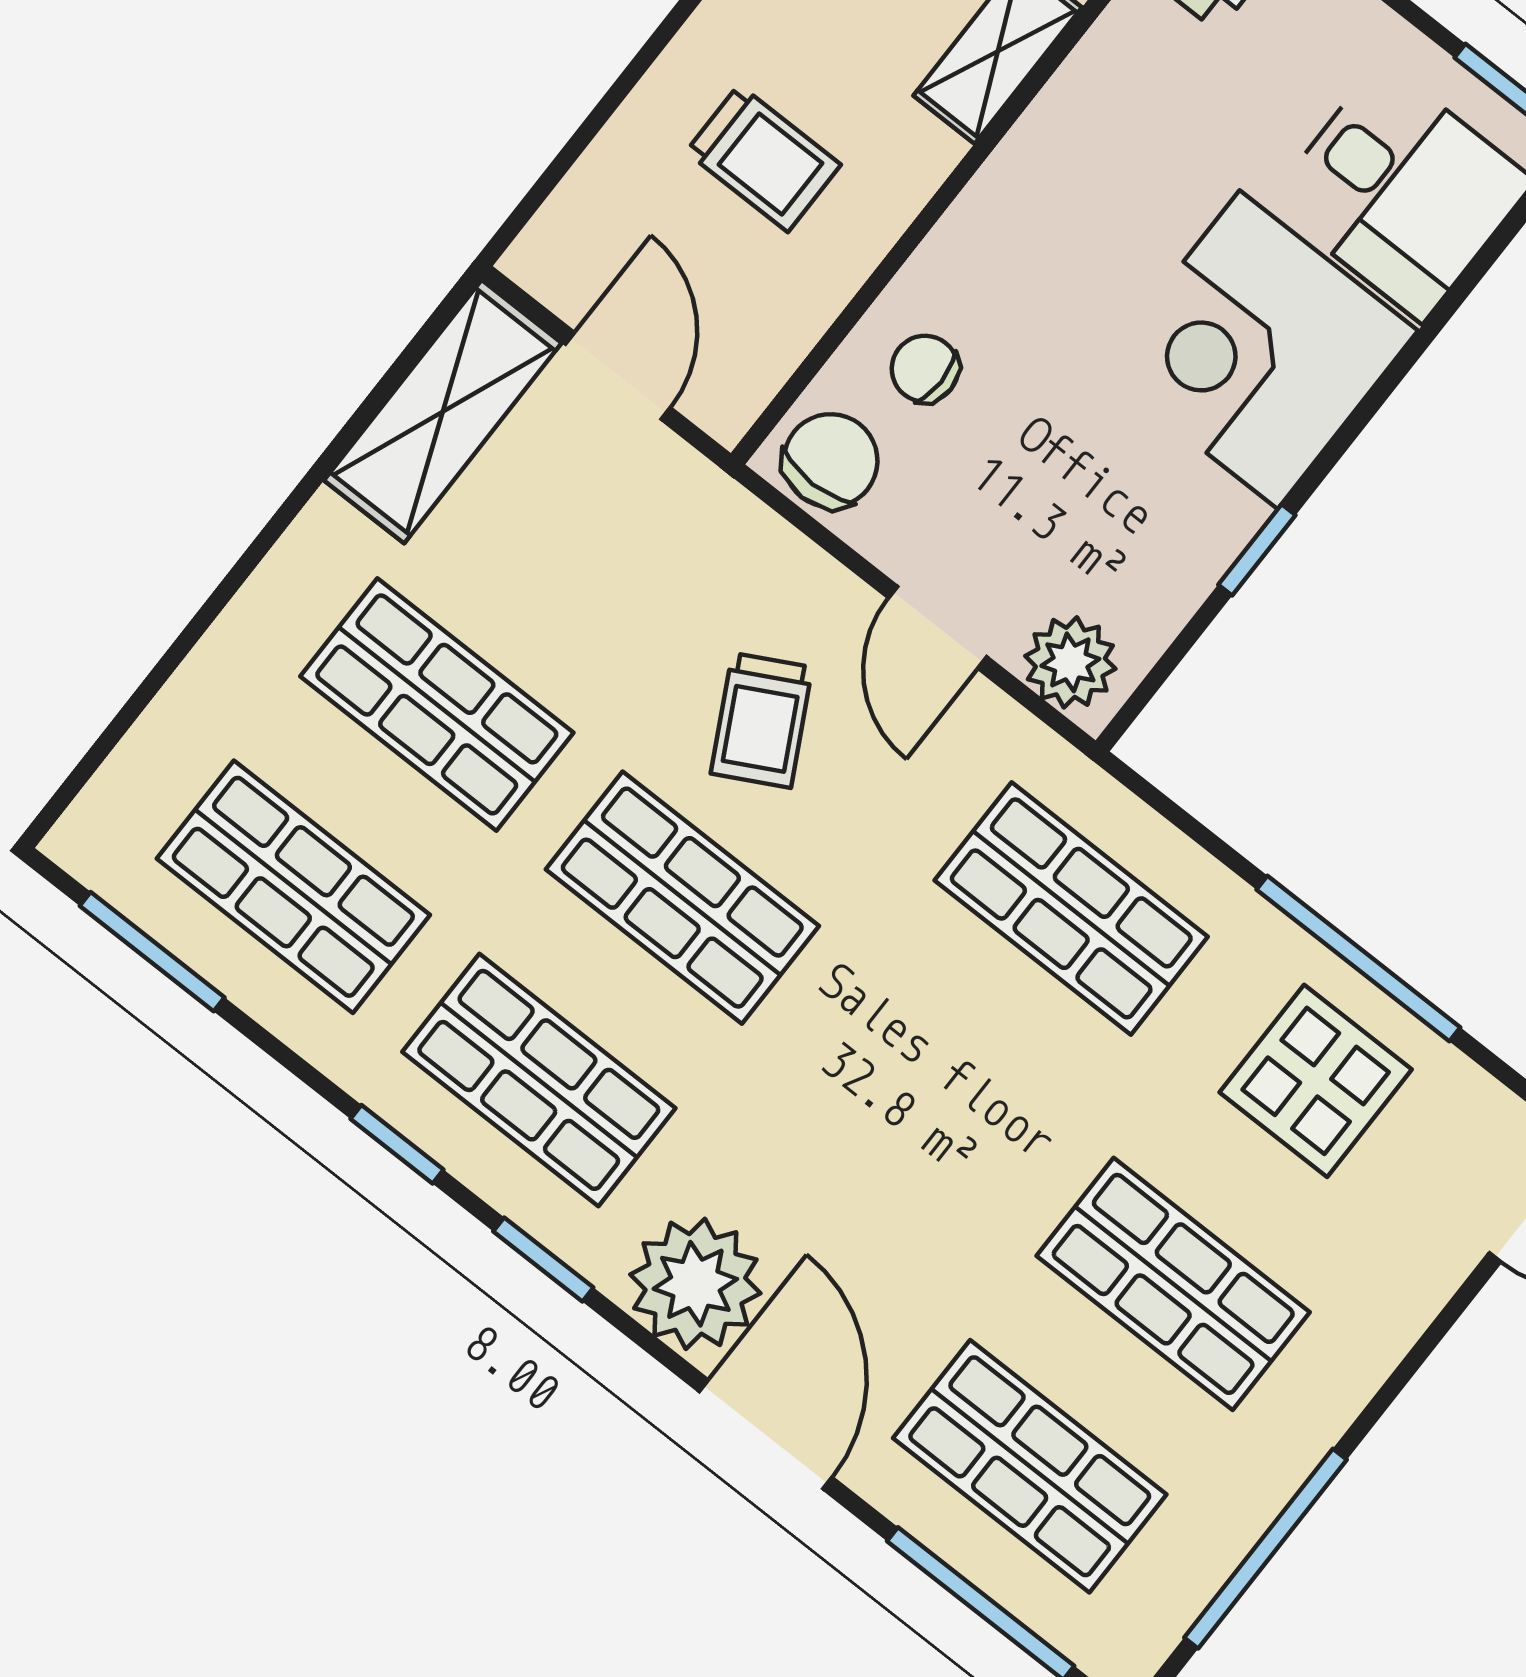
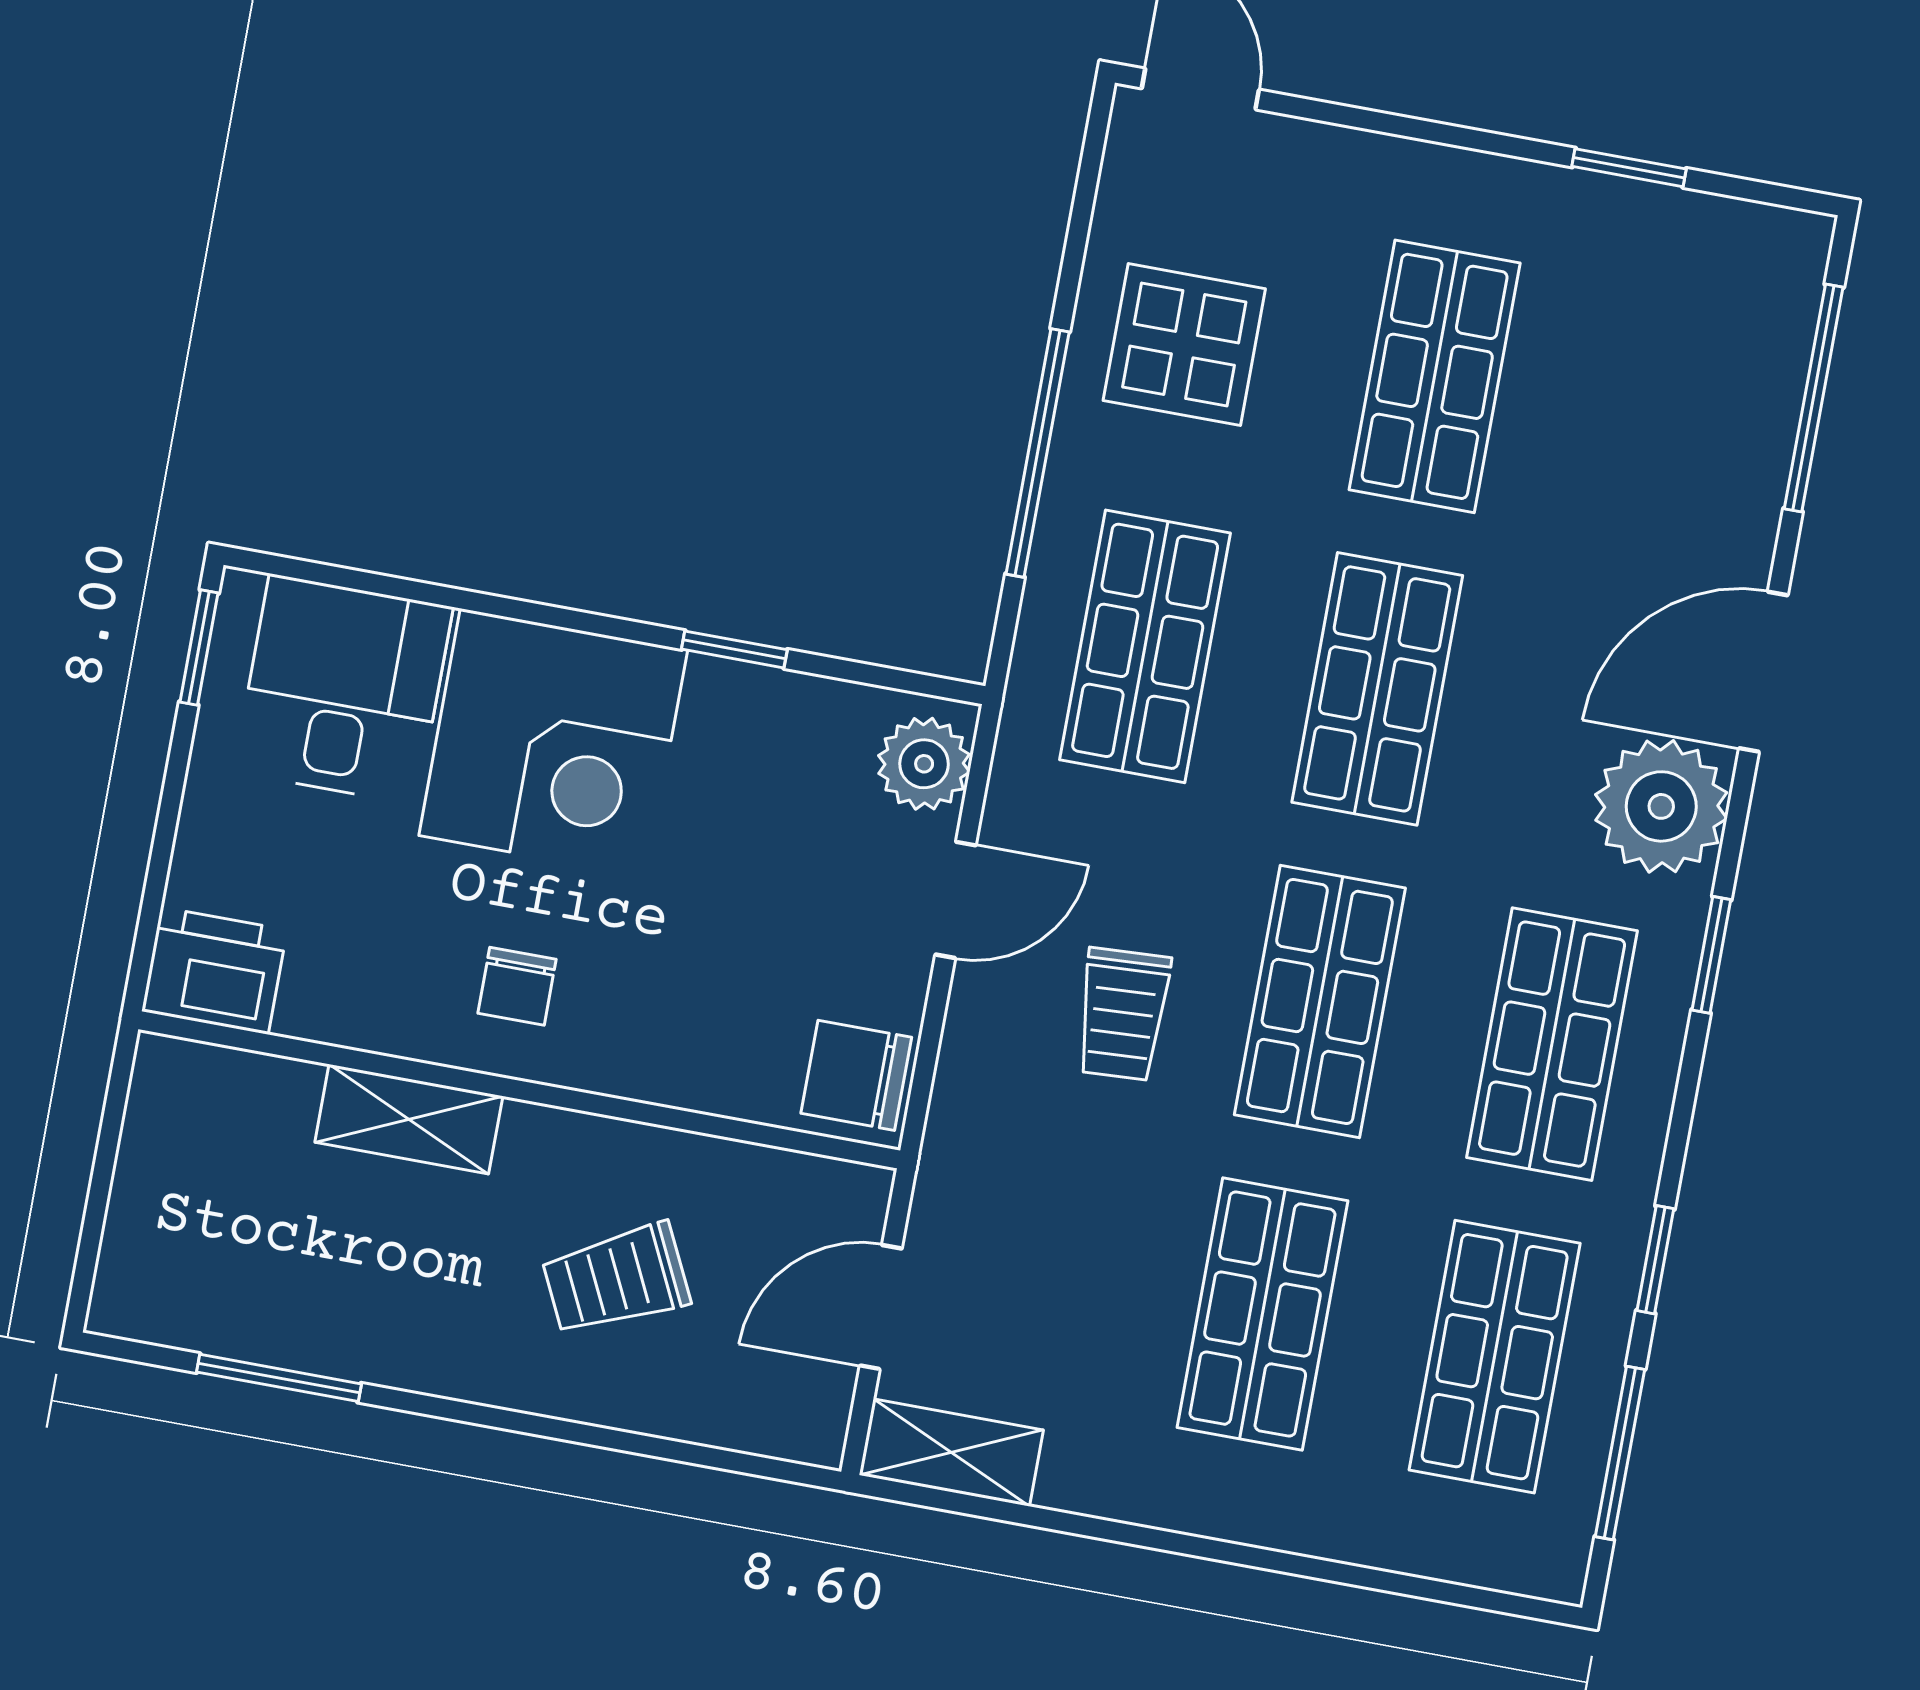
trolley: (763, 158) -> (616, 1279), turned -116
chair: (925, 369) -> (517, 986), moved
shelving: (443, 412) -> (951, 1453), width x0.67, depth x0.75
trolley: (762, 720) -> (1123, 1014), turned 115
window: (1358, 958) -> (1038, 453), moved
window: (397, 1144) -> (1655, 1260), moved
shop shelf: (1030, 1466) -> (1377, 689), moved
window: (1266, 1549) -> (1629, 168), width x0.46

